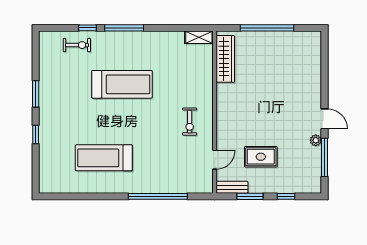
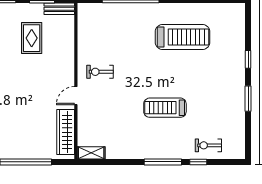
treadmill: (122, 84) -> (165, 108), width x0.73, depth x0.73
exercise bike: (190, 122) -> (100, 72), turned -90
rug: (261, 157) -> (32, 38), turned 90
door: (215, 160) -> (76, 96), moved

